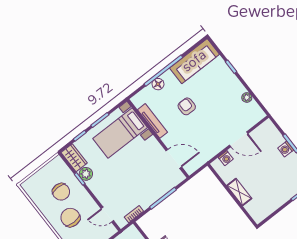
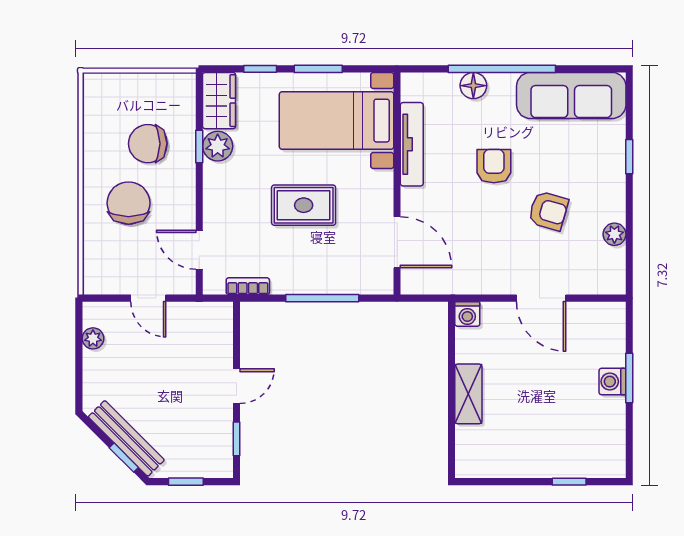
armchair: (218, 107) -> (548, 211), added
washing machine: (226, 158) -> (467, 314), moved
rug: (131, 171) -> (304, 205), added
chair: (61, 192) -> (148, 144), turned 90

